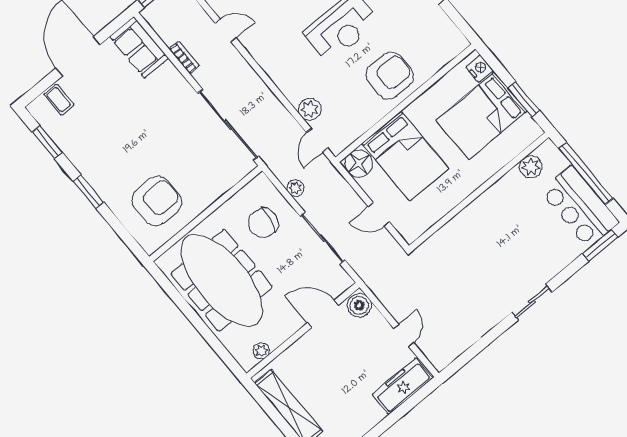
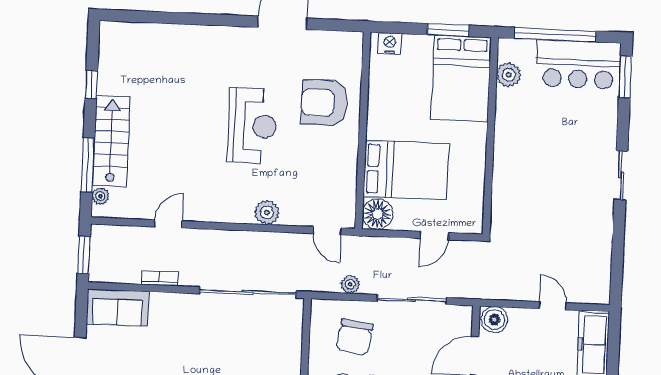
armchair: (390, 76) -> (324, 103), moved, turned -90
plant: (310, 109) -> (267, 212), moved
bed: (482, 116) -> (461, 78), moved

